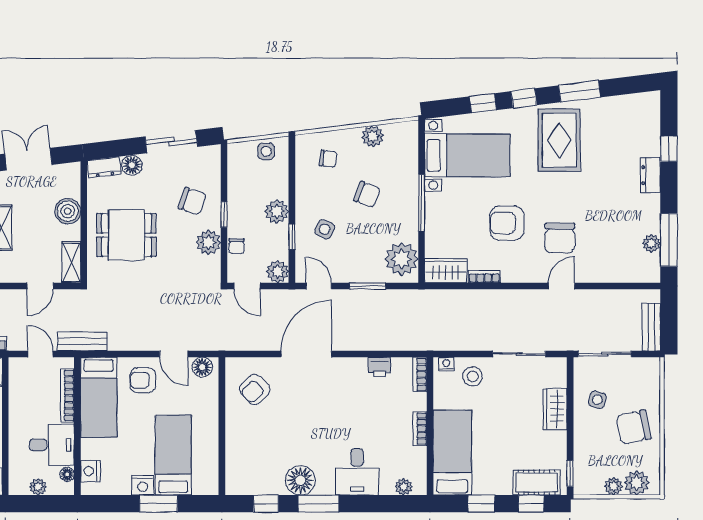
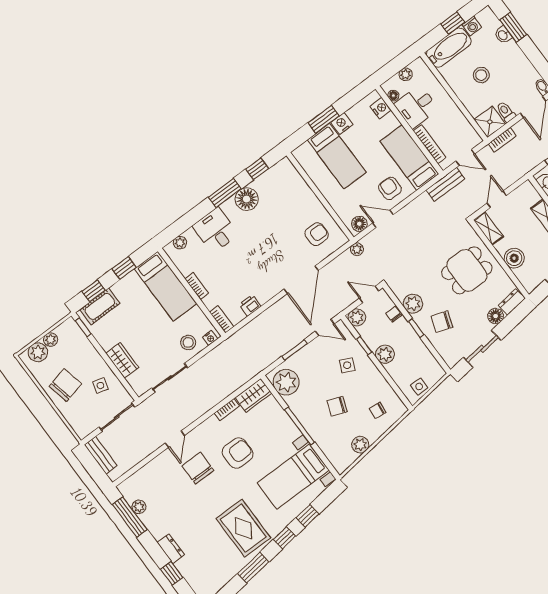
plant: (225, 342) -> (357, 249), added
armchair: (143, 380) -> (390, 188), turned -90
armchair: (255, 389) -> (317, 234), turned 45

